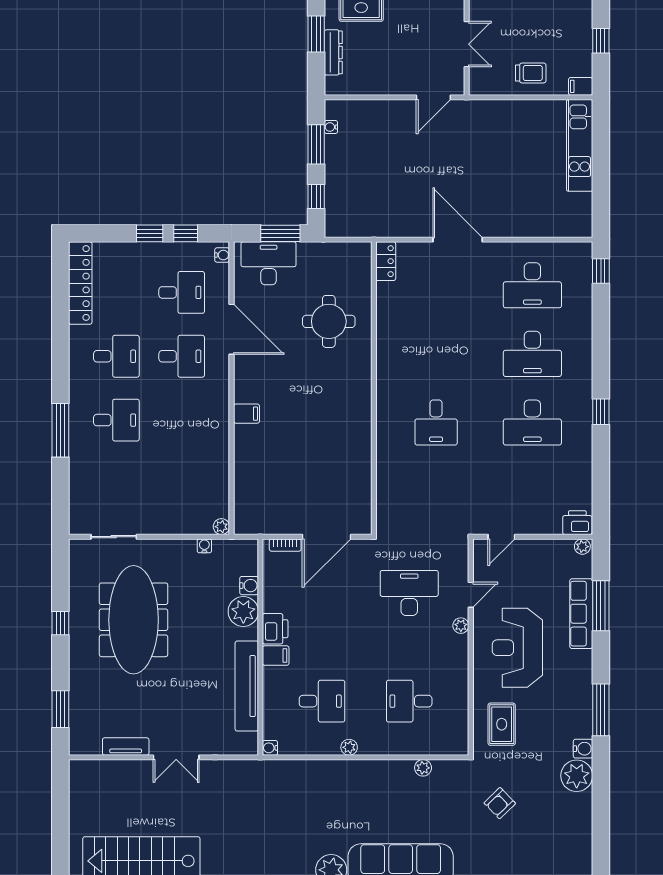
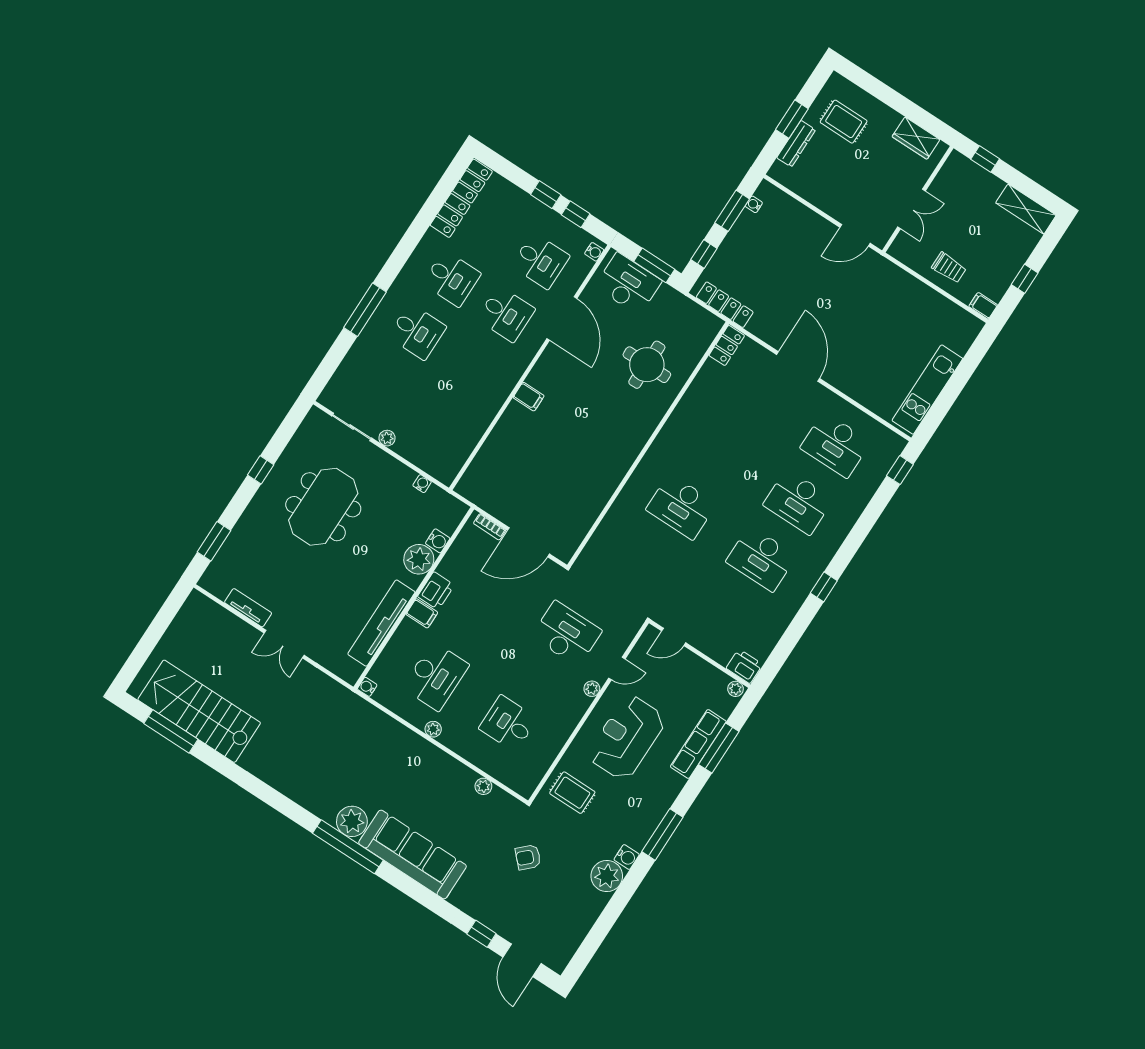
kitchen unit: (580, 145) -> (927, 390), moved
locker: (362, 228) -> (725, 305), added
desk: (436, 422) -> (681, 507), width x1.37
plant: (221, 527) -> (387, 438), moved
meeting table: (134, 620) -> (323, 507), width x0.73
desk: (322, 701) -> (436, 676), width x1.37
rug: (502, 724) -> (572, 793), turned 90

